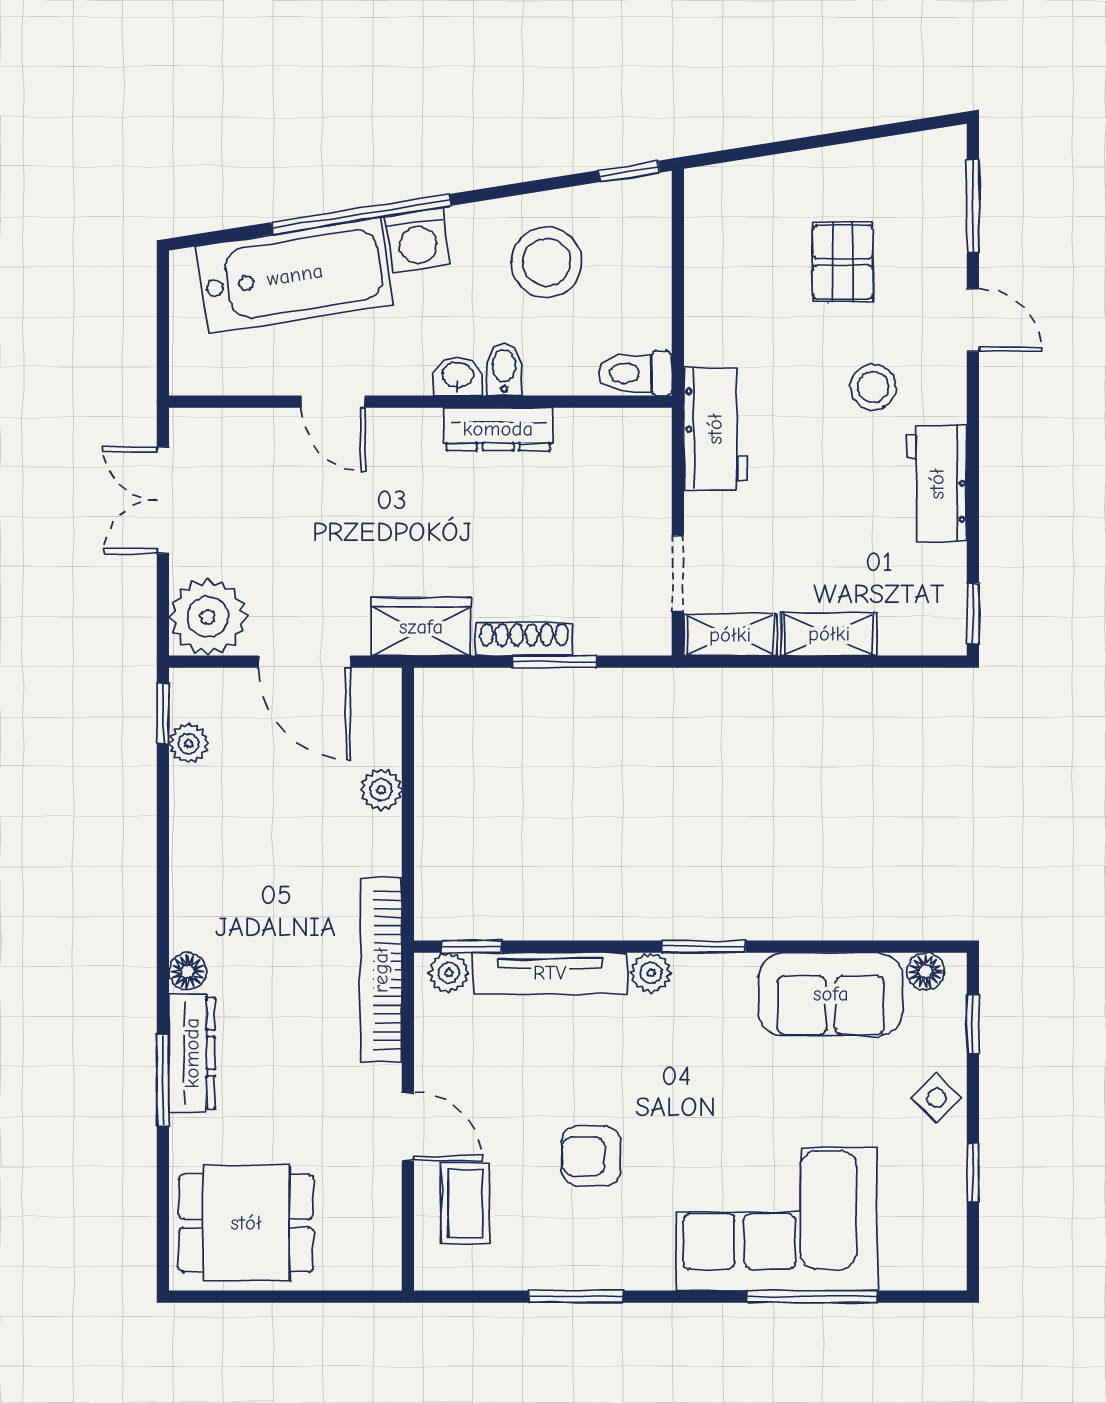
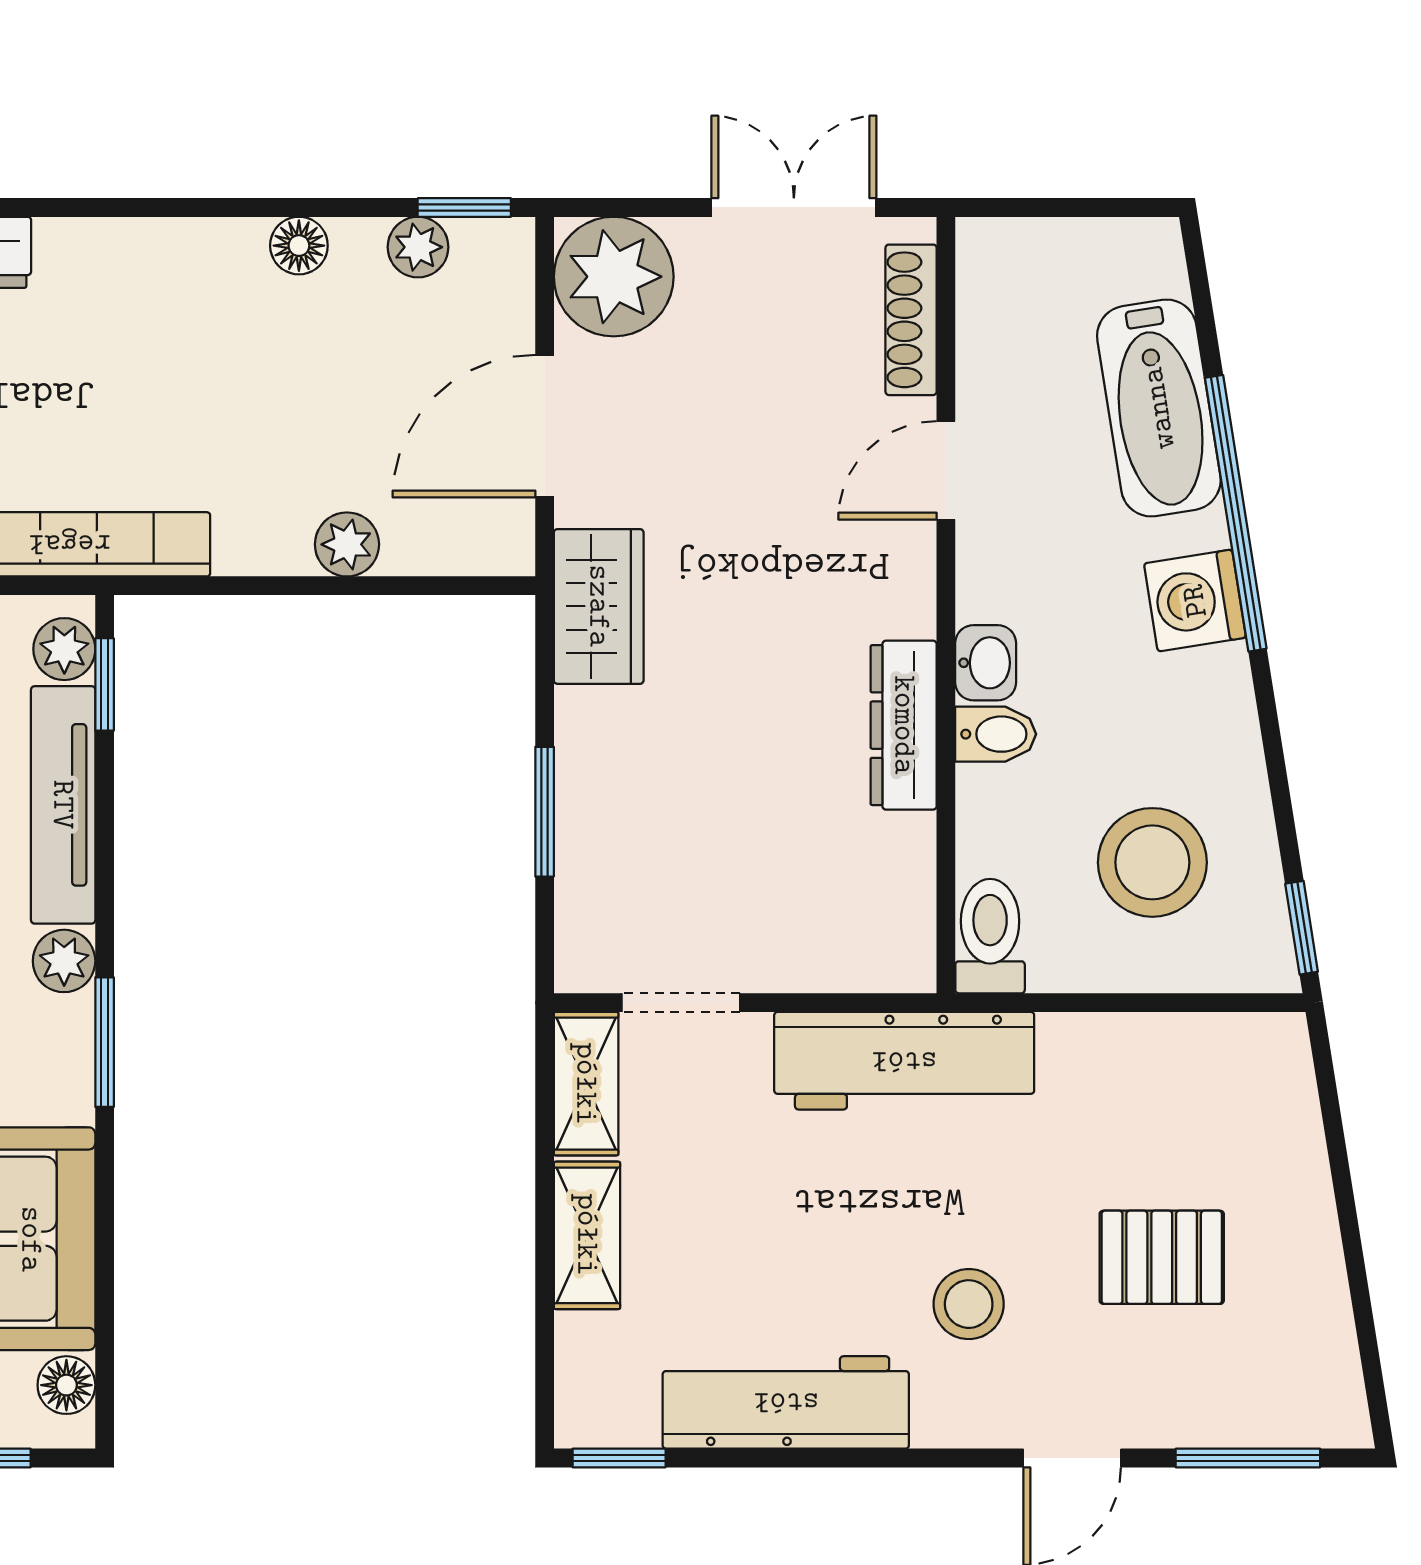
stool: (546, 262) -> (1152, 862), moved
bathtub: (295, 275) -> (1159, 408), width x0.73, depth x0.73
workbench: (715, 429) -> (904, 1061), width x1.37
workbench: (937, 484) -> (786, 1402), width x1.38
shoe rack: (524, 639) -> (911, 320), moved, turned 180
floor lamp: (188, 971) -> (299, 246), moved

